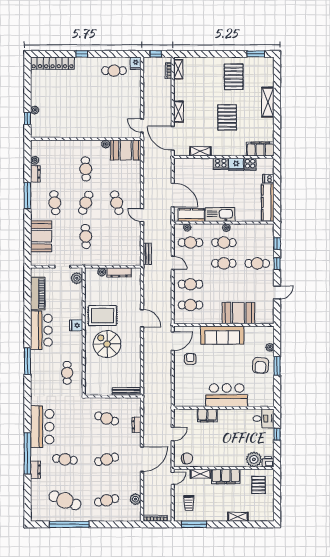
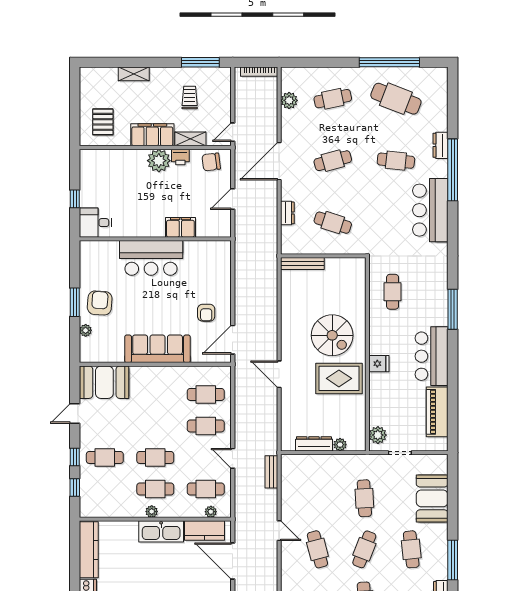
booth: (238, 313) -> (104, 382), moved
plant: (254, 459) -> (159, 161), moved
printer: (268, 462) -> (180, 157), moved
trolley: (189, 503) -> (190, 97), moved

